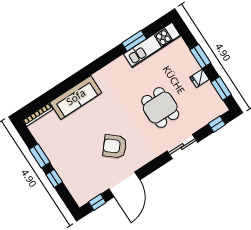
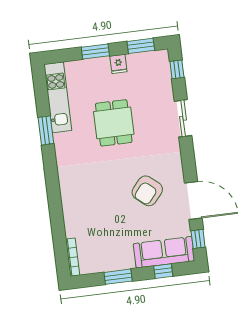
window: (134, 41) -> (46, 130), moved
sofa: (76, 97) -> (164, 252), moved, turned -90
dining table: (160, 108) -> (114, 123), moved, turned 90
window: (54, 178) -> (163, 271), moved

